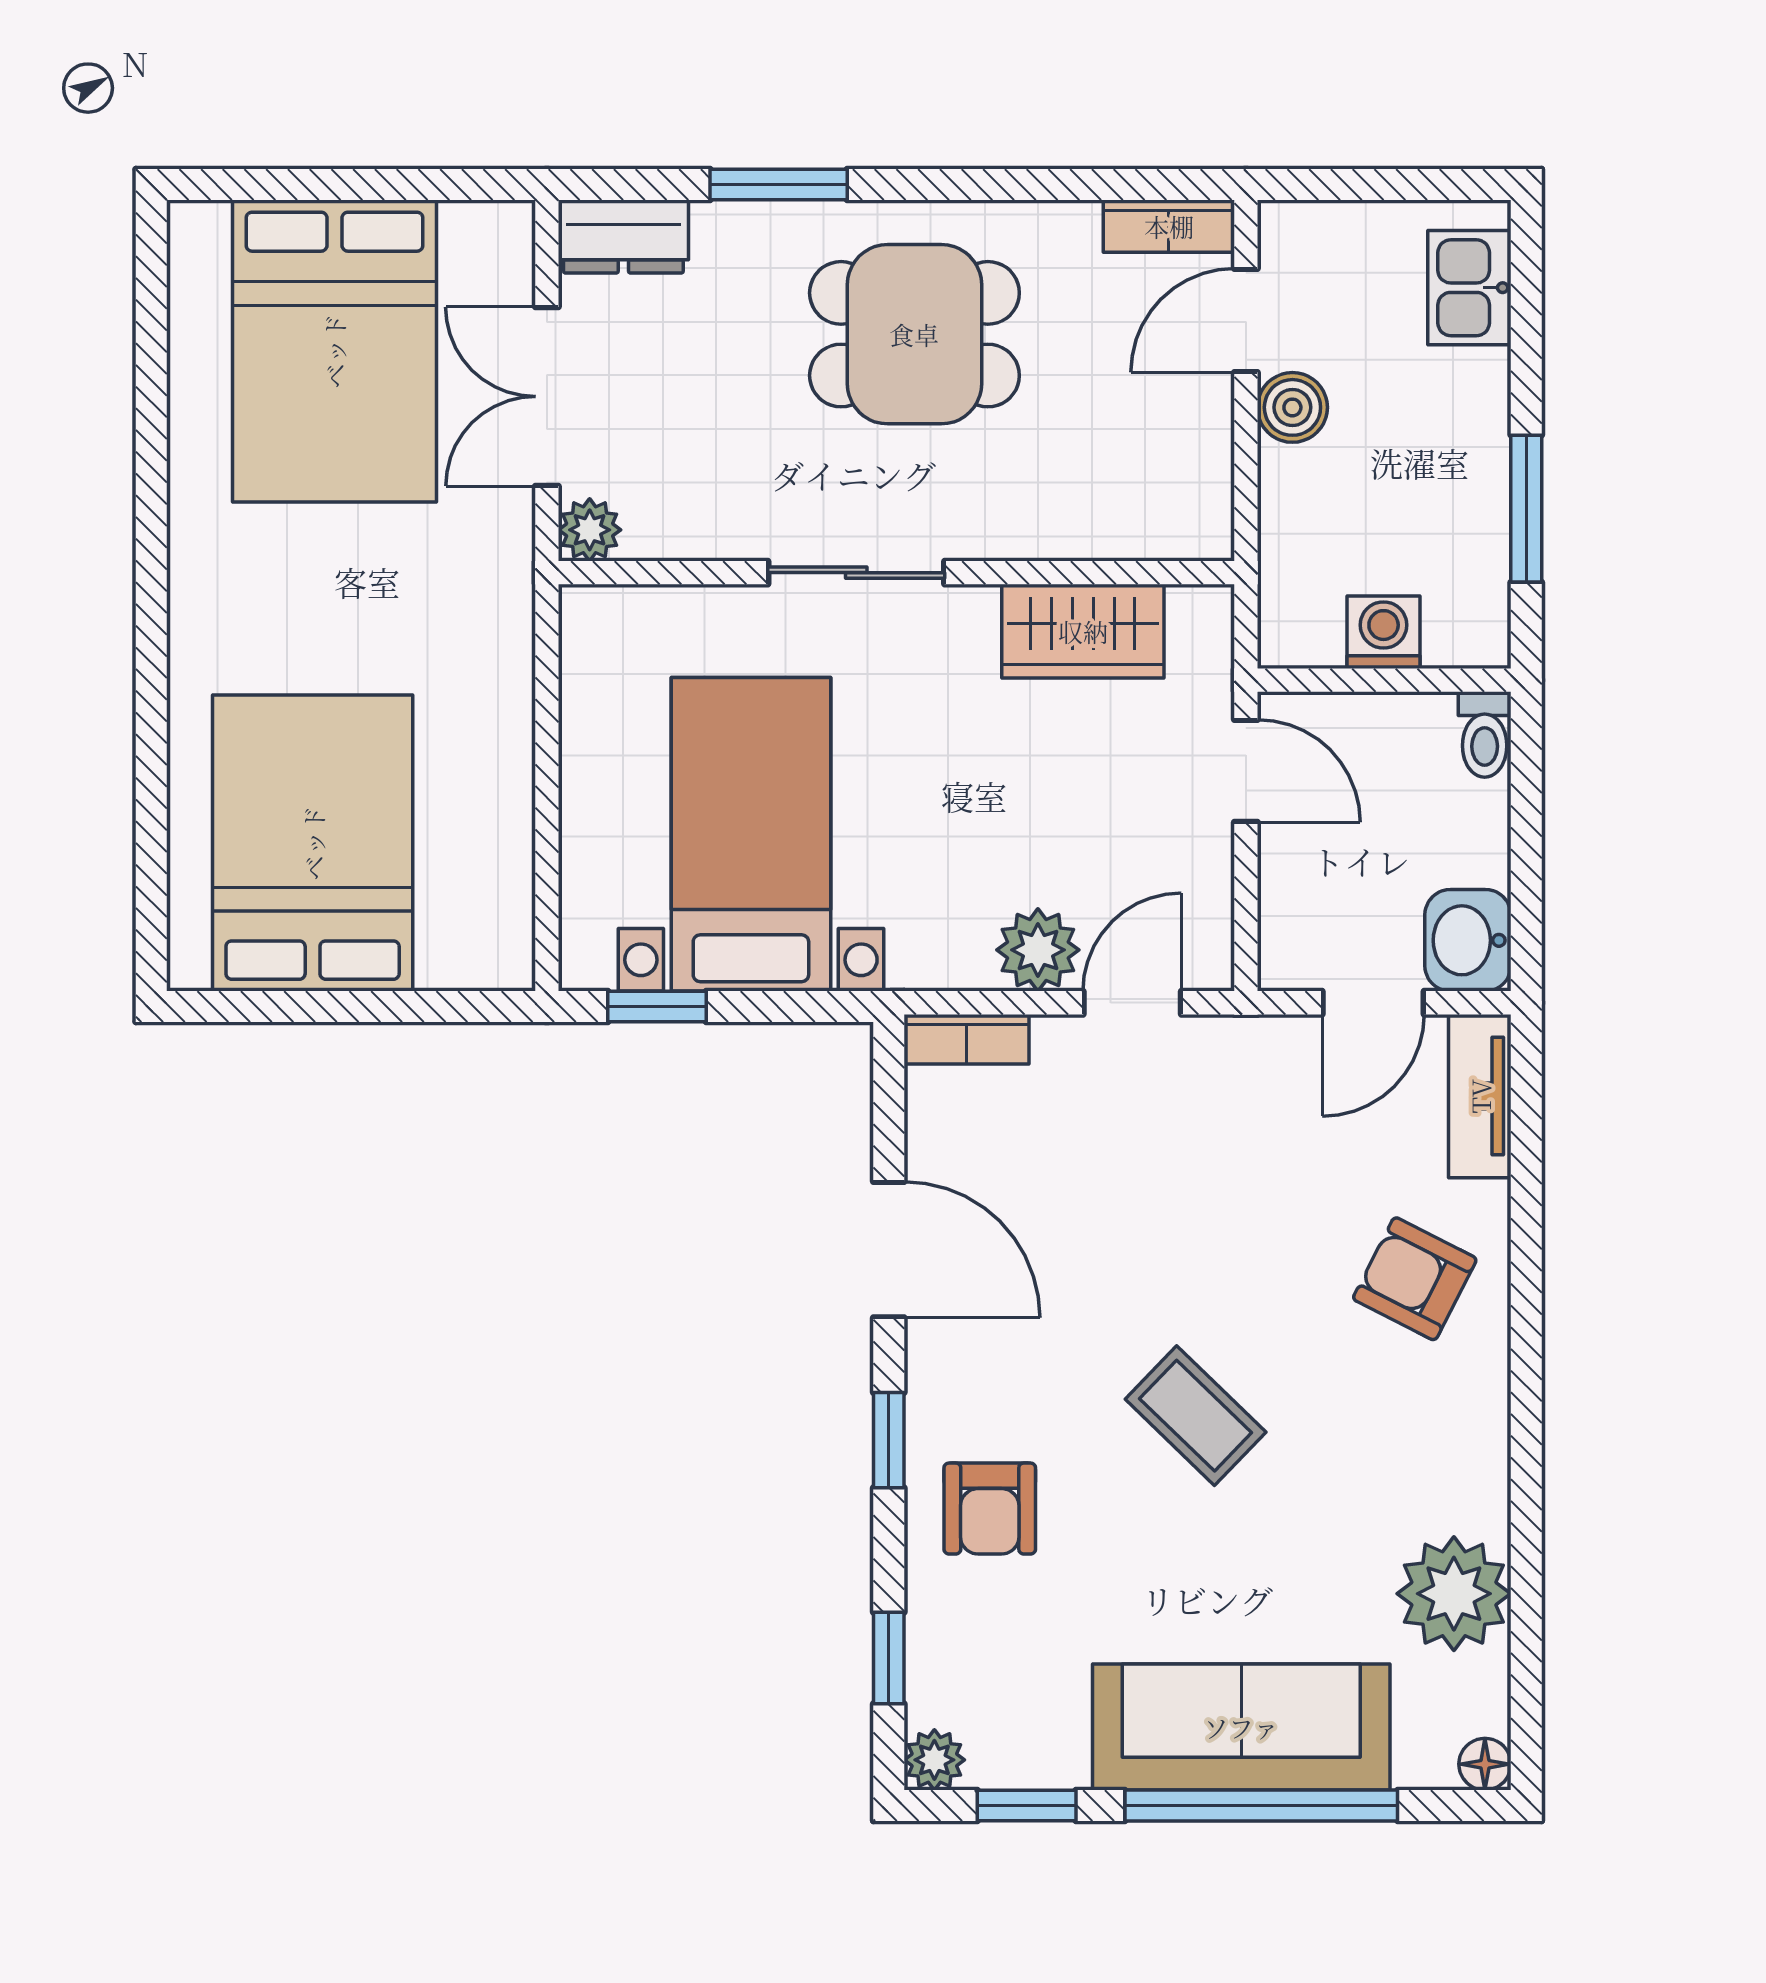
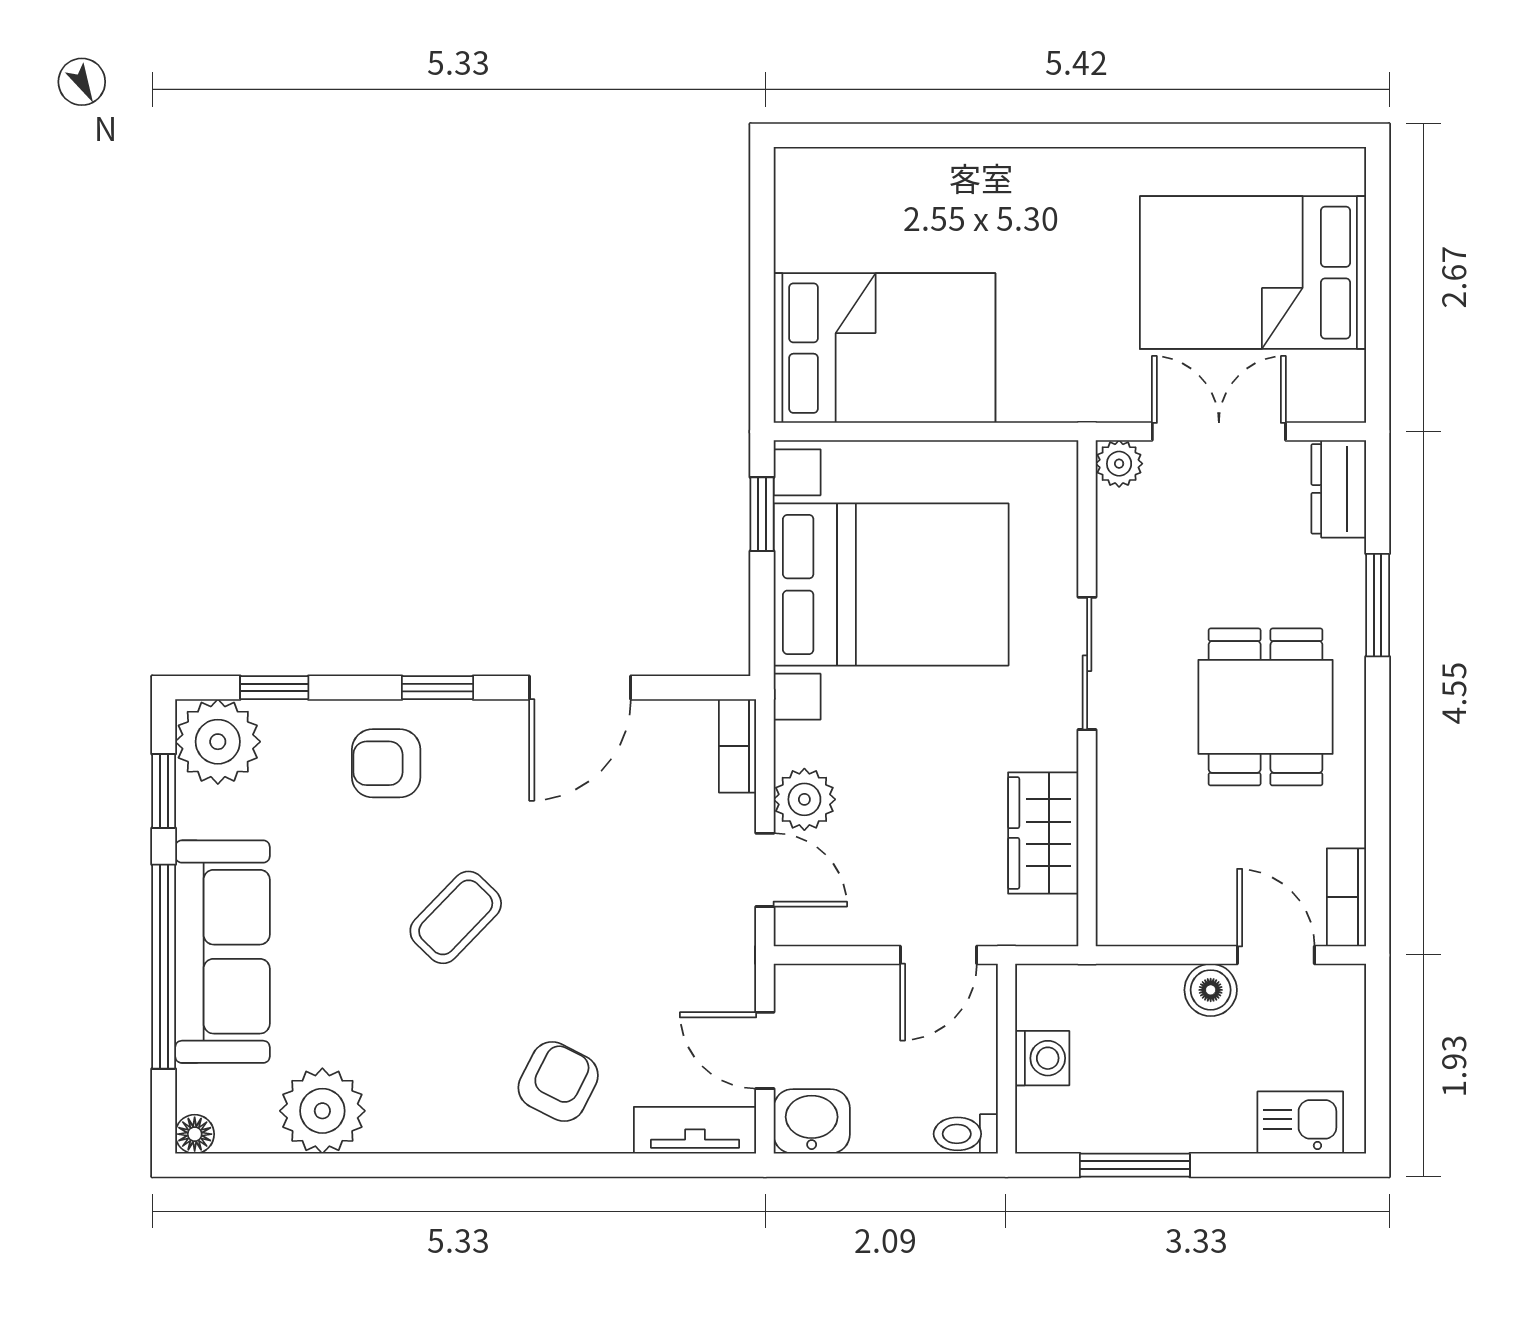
bed with nightstands: (751, 834) -> (891, 584), width x1.36
bed: (313, 843) -> (884, 348), moved
plant: (934, 1760) -> (218, 742), width x1.87, depth x1.87

